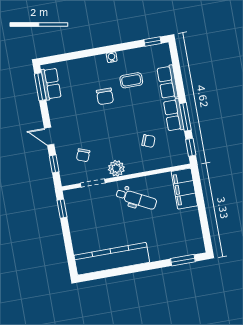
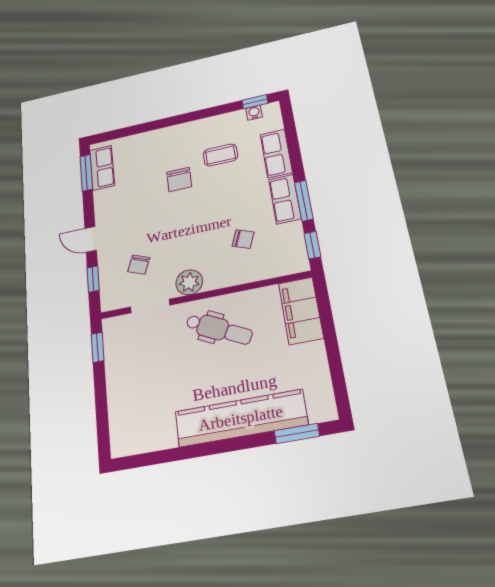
water cooler: (112, 57) -> (254, 113), moved
kitchen counter: (112, 259) -> (241, 418), moved

